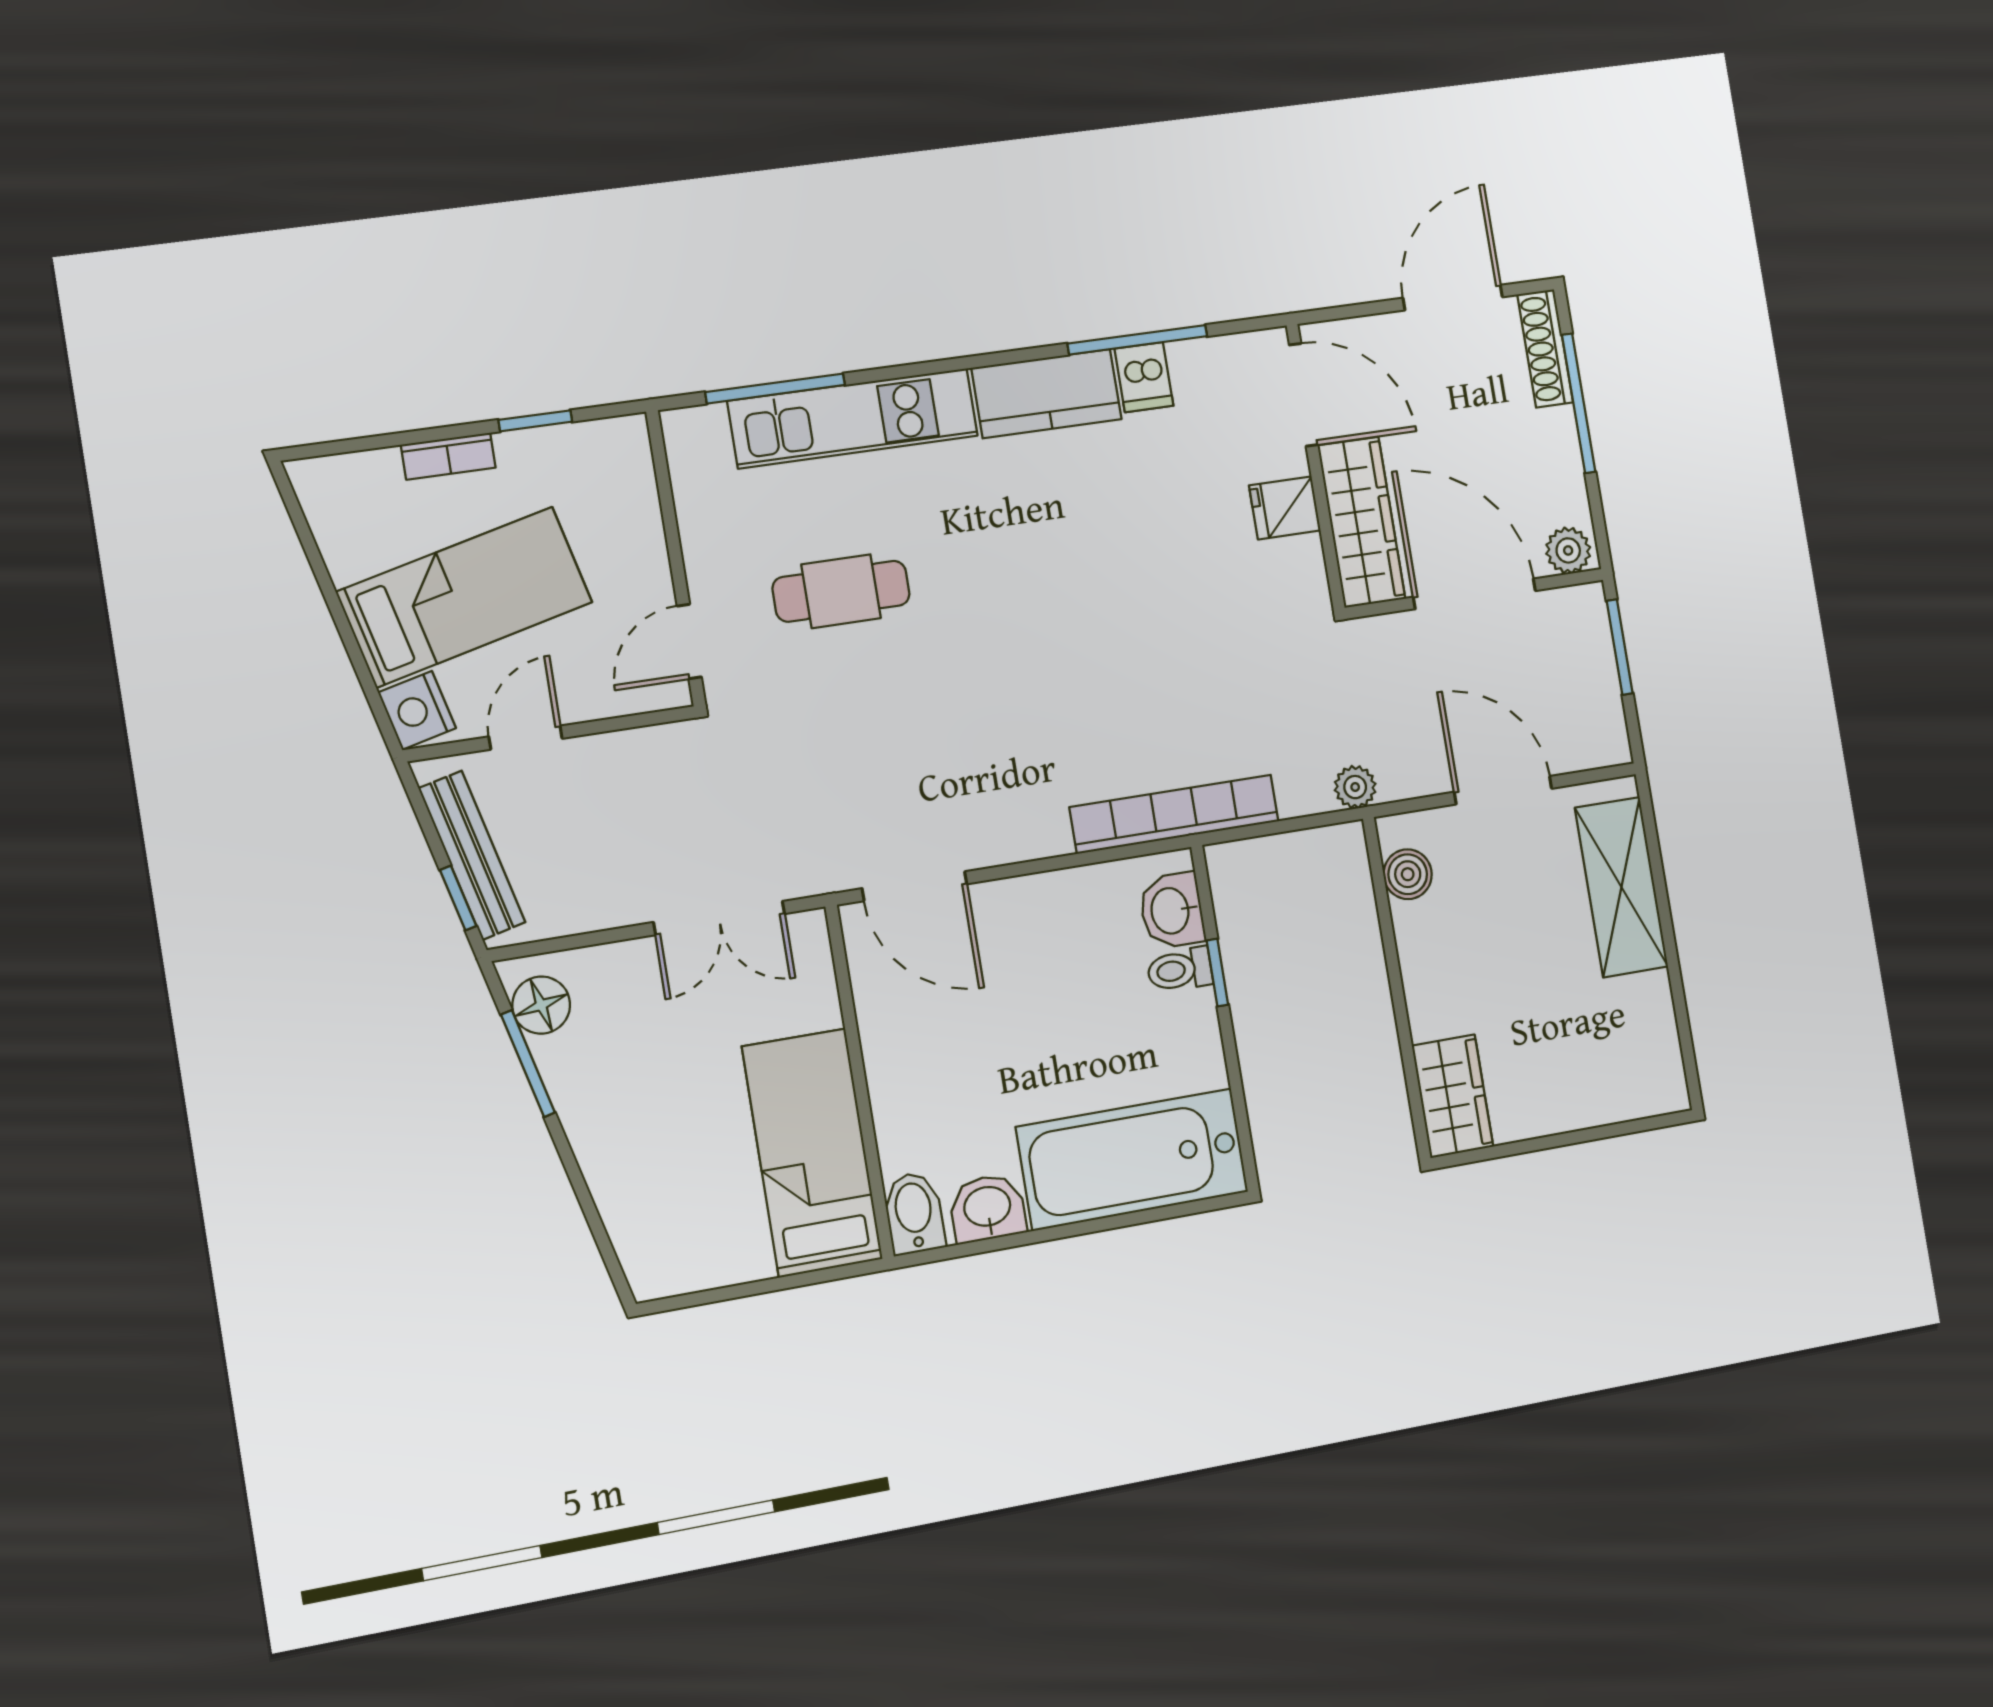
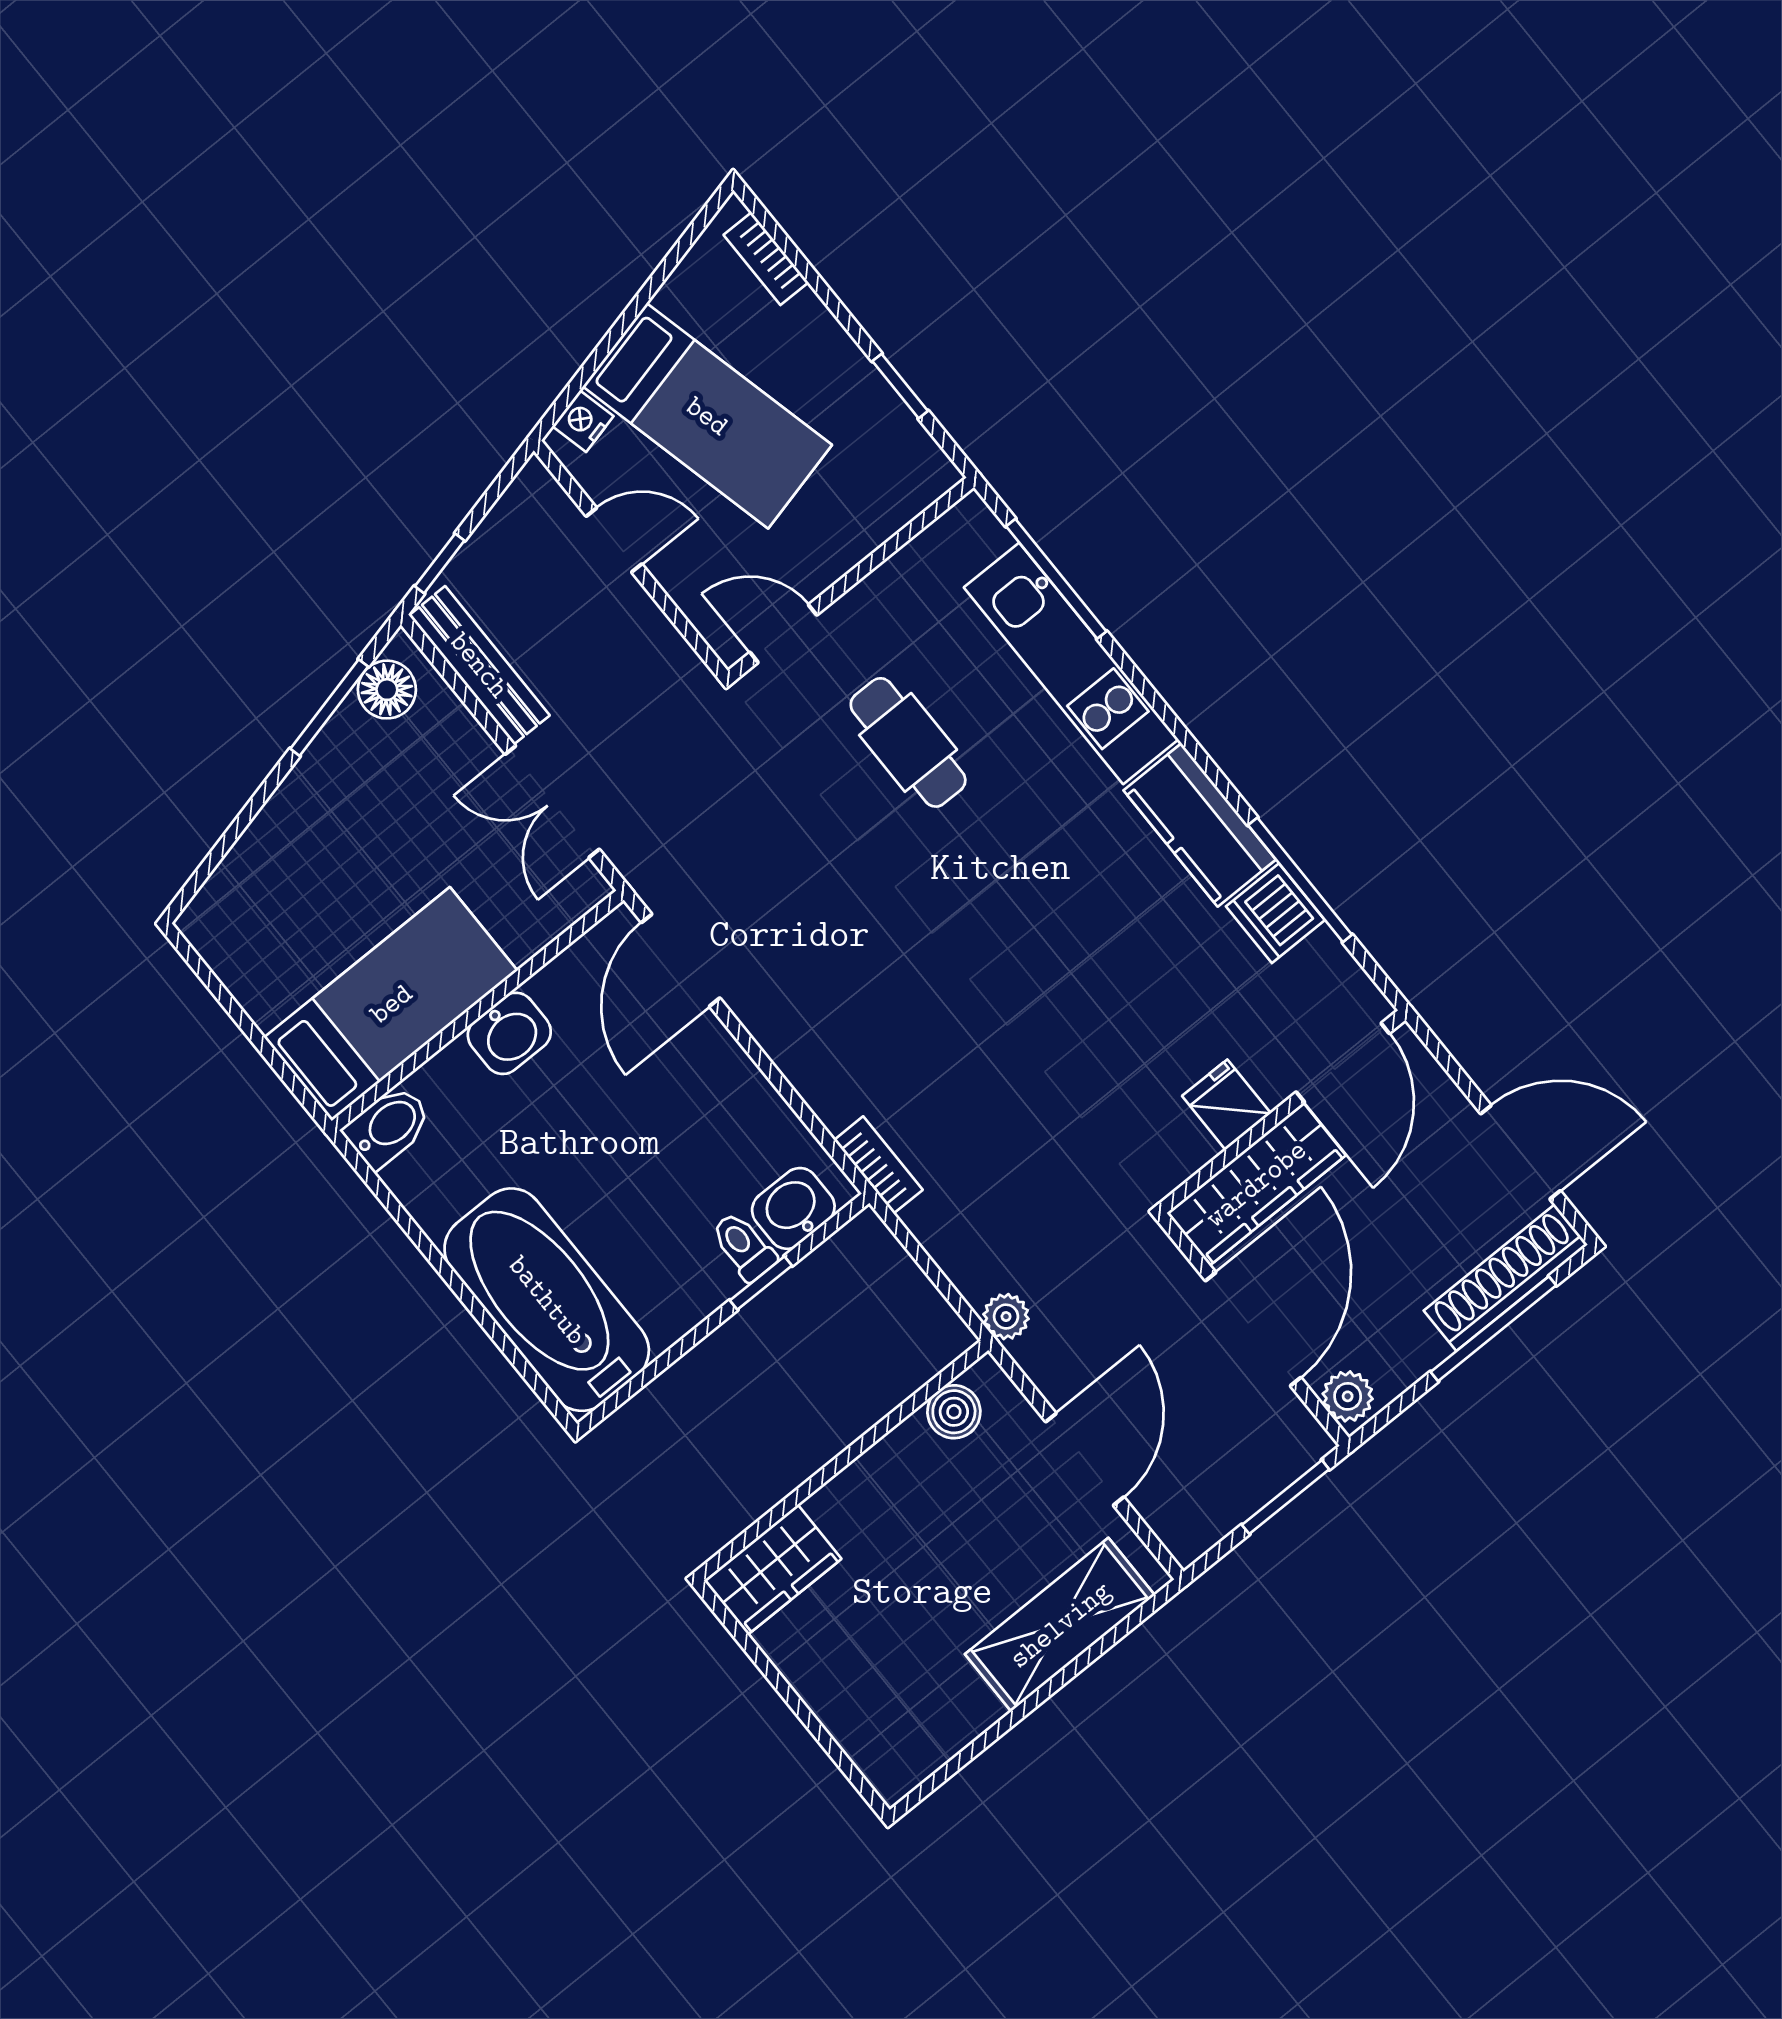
shoe rack: (1545, 348) -> (1506, 1278), width x1.36, depth x1.24
dishwasher: (1144, 377) -> (1275, 913), width x1.38
bookcase: (448, 456) -> (766, 259), moved
nightstand: (417, 710) -> (583, 421), width x0.72, depth x0.74
bookcase: (1174, 814) -> (878, 1165), width x0.43, depth x0.76
bench: (472, 855) -> (479, 665), moved, turned -76
washbasin: (988, 1208) -> (509, 1033), moved, turned 90

